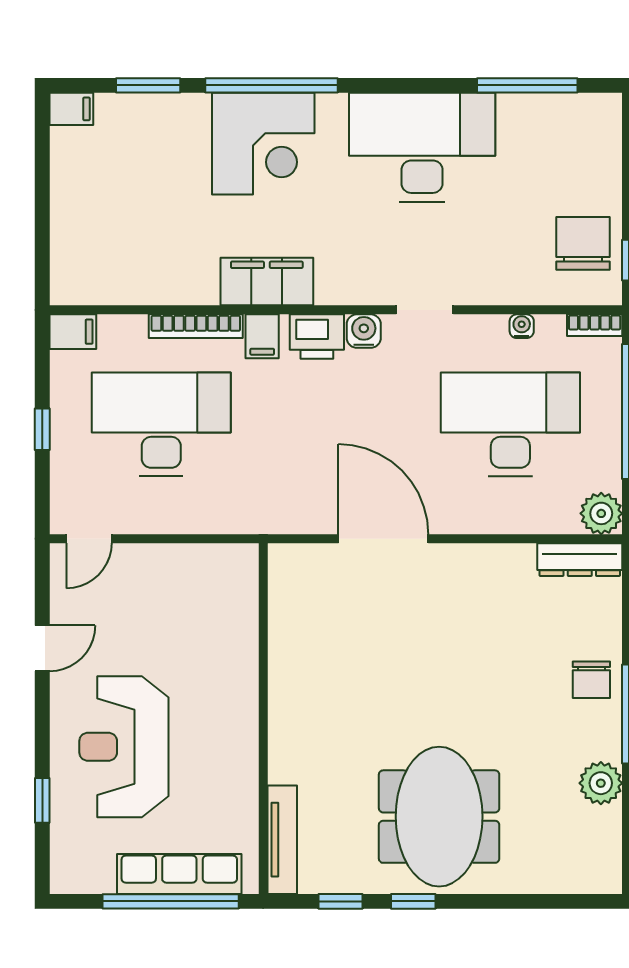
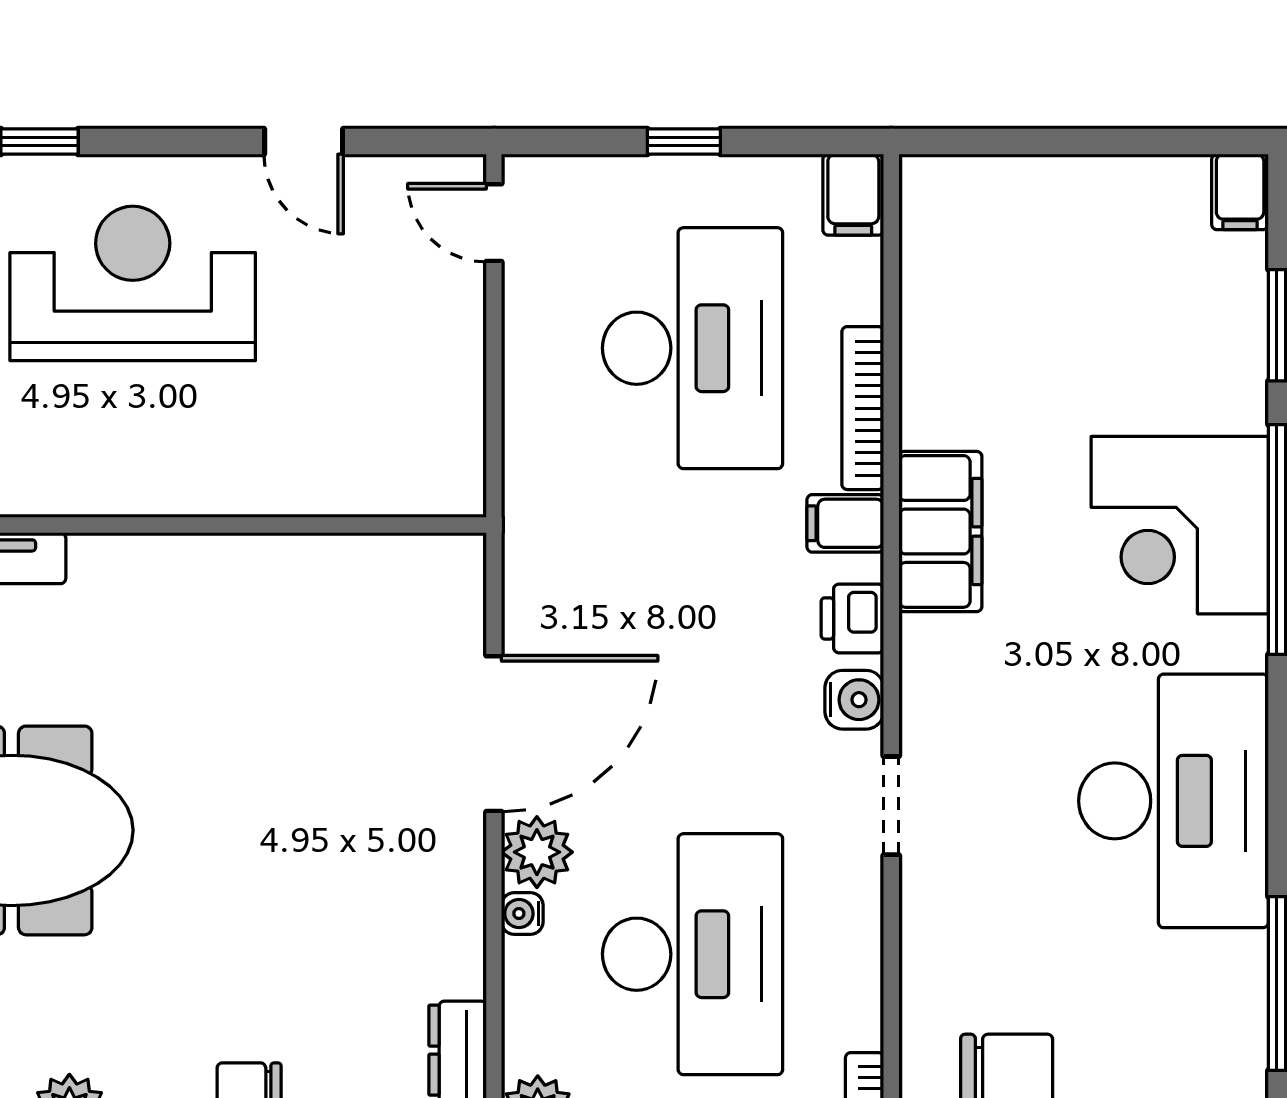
water cooler: (522, 326) -> (522, 914), moved, turned 180
printer: (317, 336) -> (852, 618), width x0.73, depth x0.81
plant: (452, 514) -> (537, 852), added

